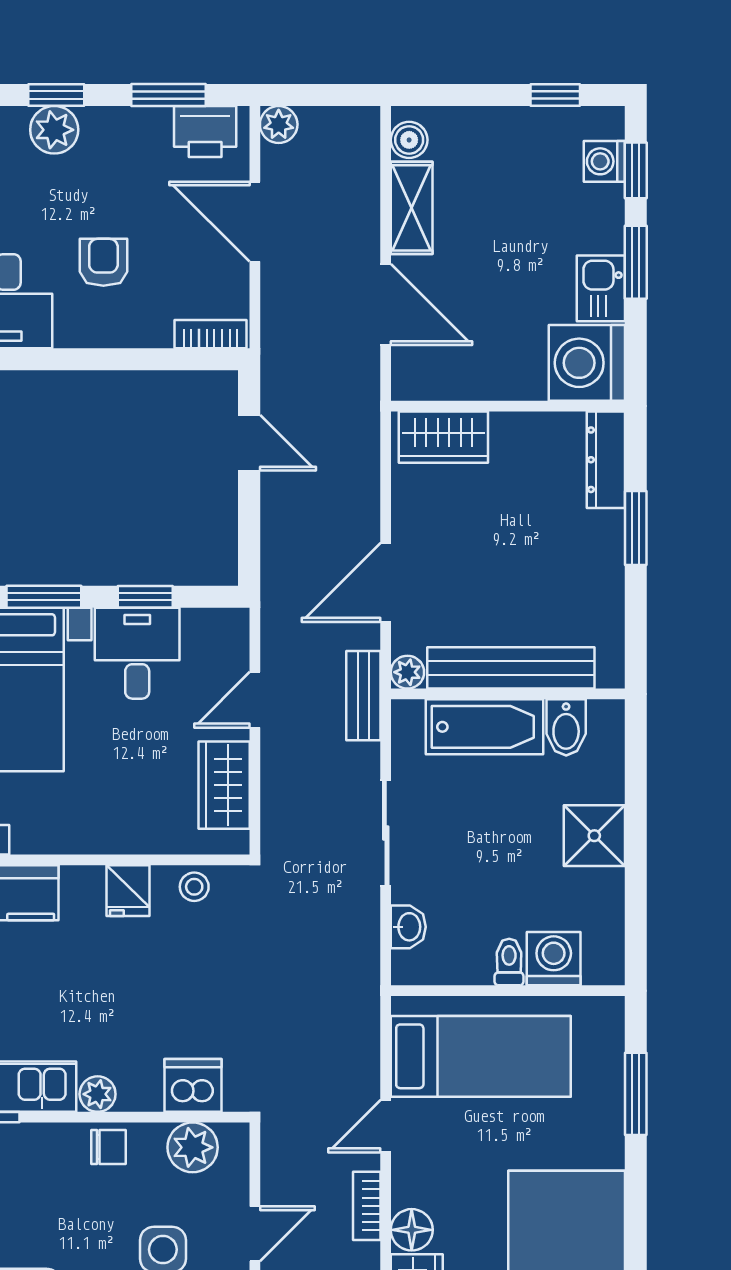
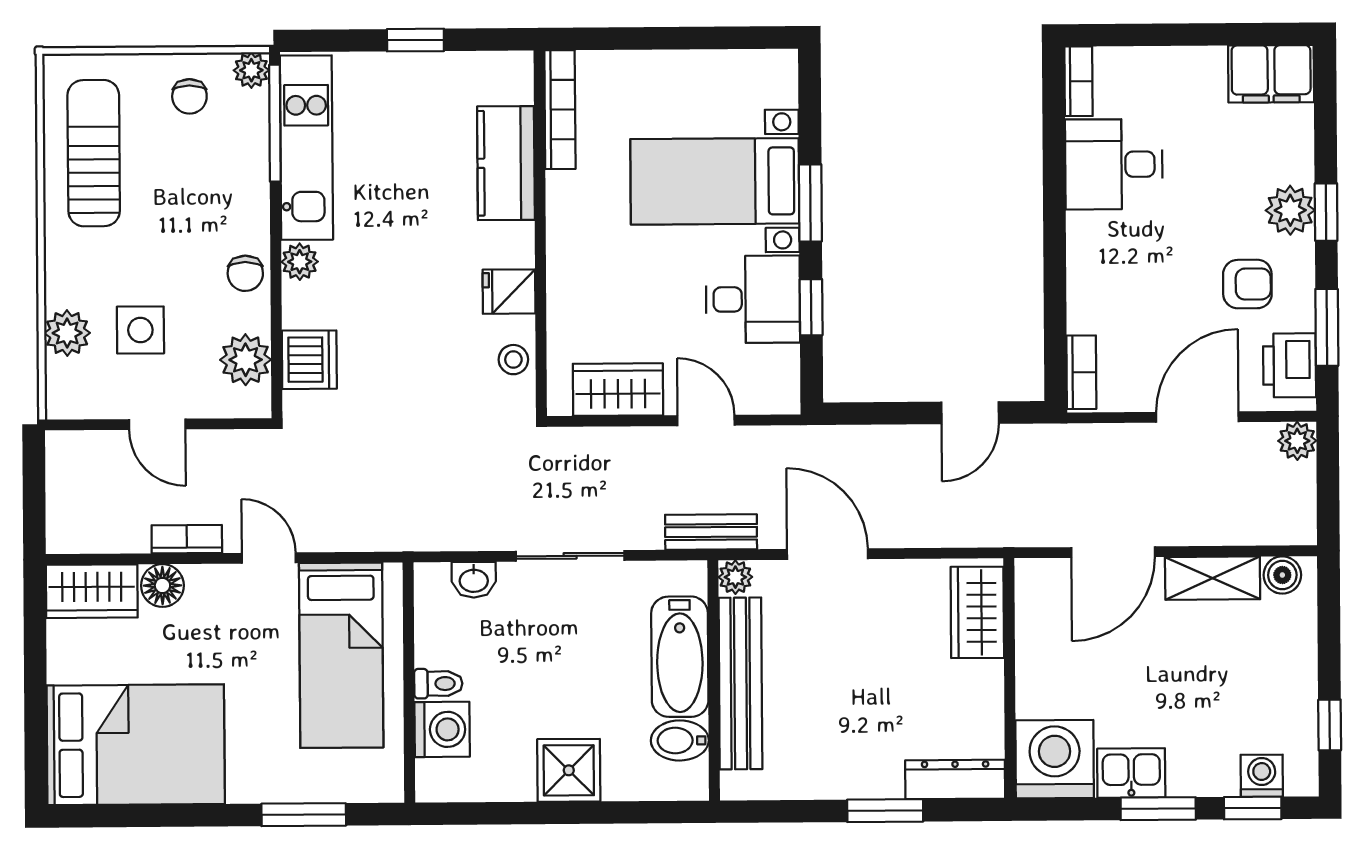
armchair: (103, 262) -> (1247, 284), moved

